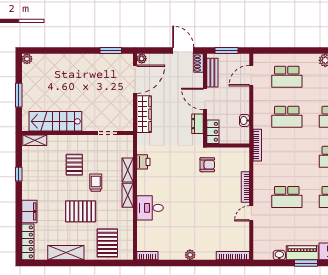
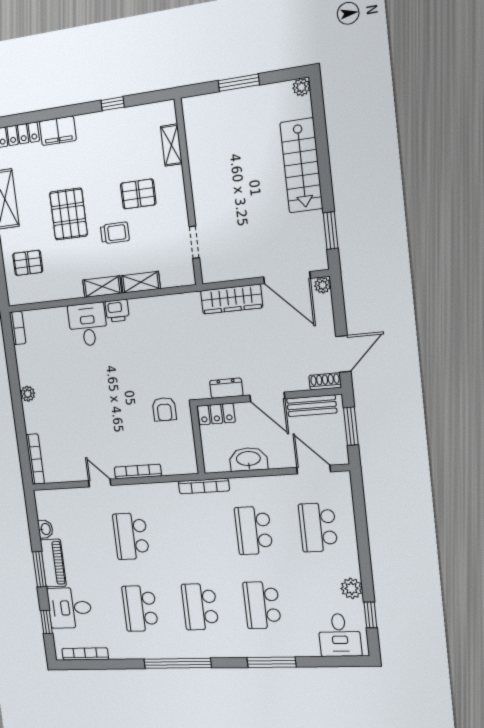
door: (205, 99) -> (267, 397), swing flipped
washbasin: (244, 120) -> (248, 459), width x1.91, depth x1.45
stairs: (55, 121) -> (301, 165), moved, turned 180
shelving: (35, 140) -> (171, 145), moved
printer: (143, 162) -> (117, 311), moved
pallet: (107, 243) -> (28, 263), width x0.67, depth x0.71

